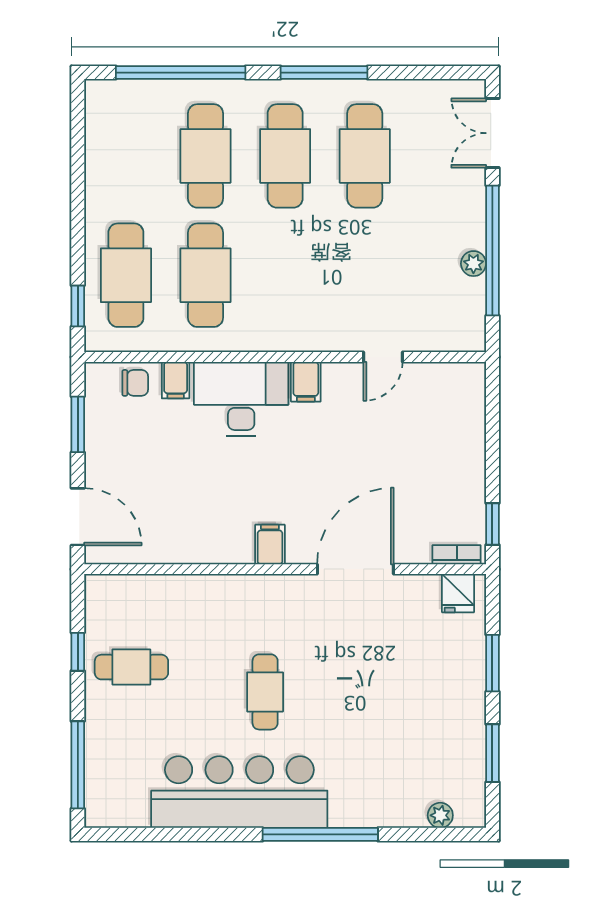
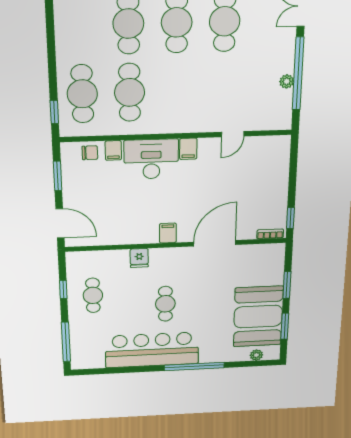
fridge: (458, 593) -> (139, 258), moved
cafe table: (131, 667) -> (93, 295), turned 90
booth: (441, 729) -> (258, 317), added

